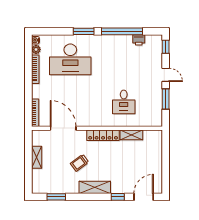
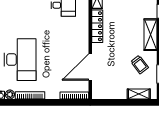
shelving: (37, 157) -> (139, 94), moved
trolley: (80, 163) -> (140, 65), moved

